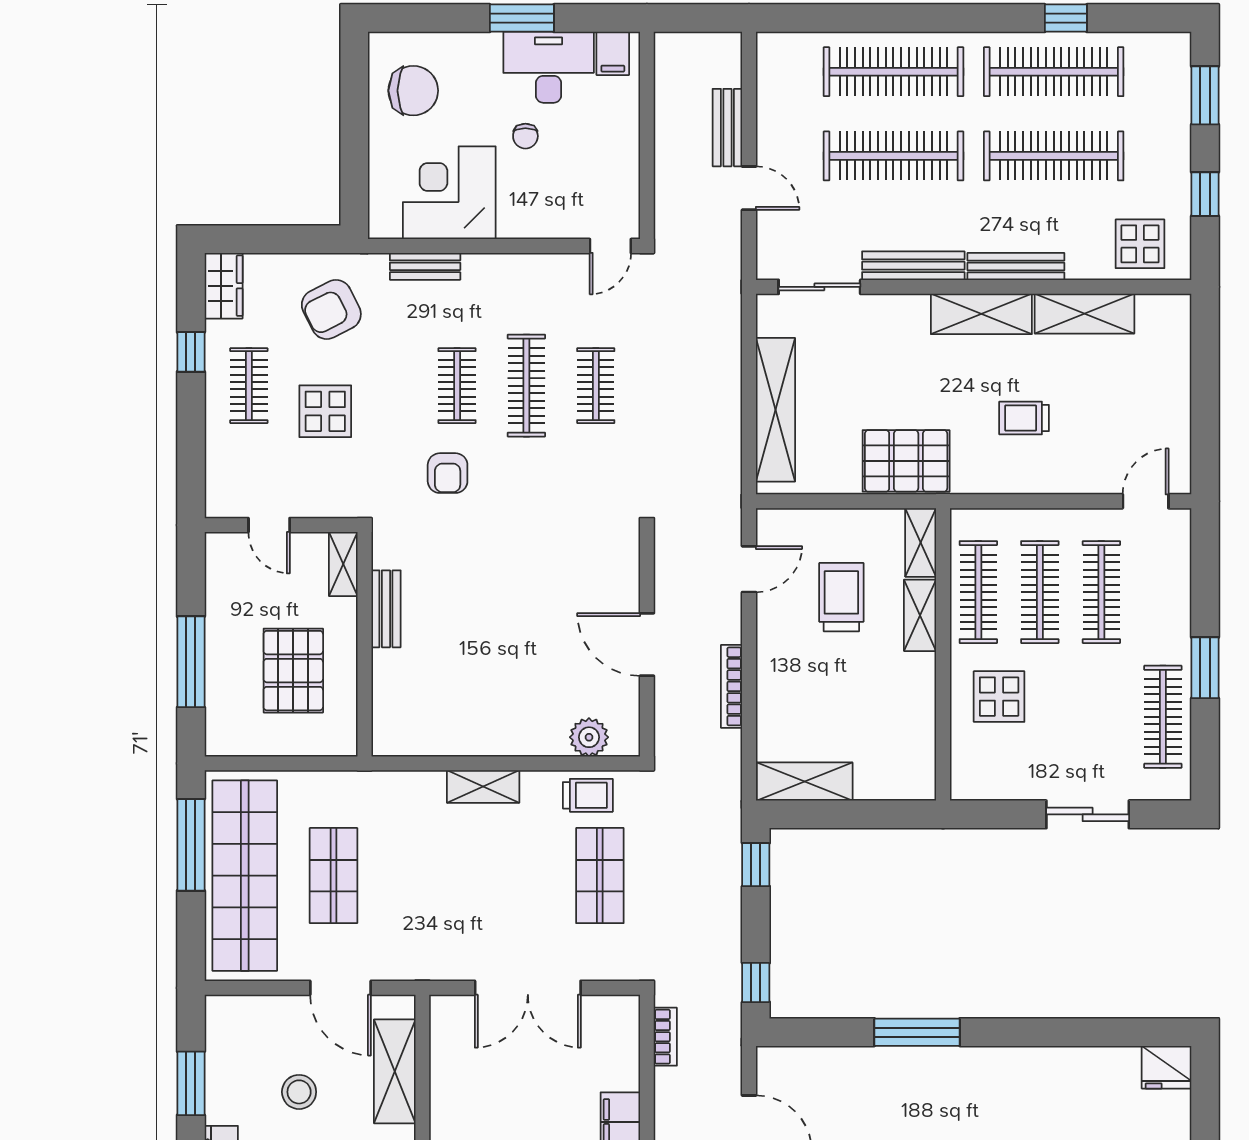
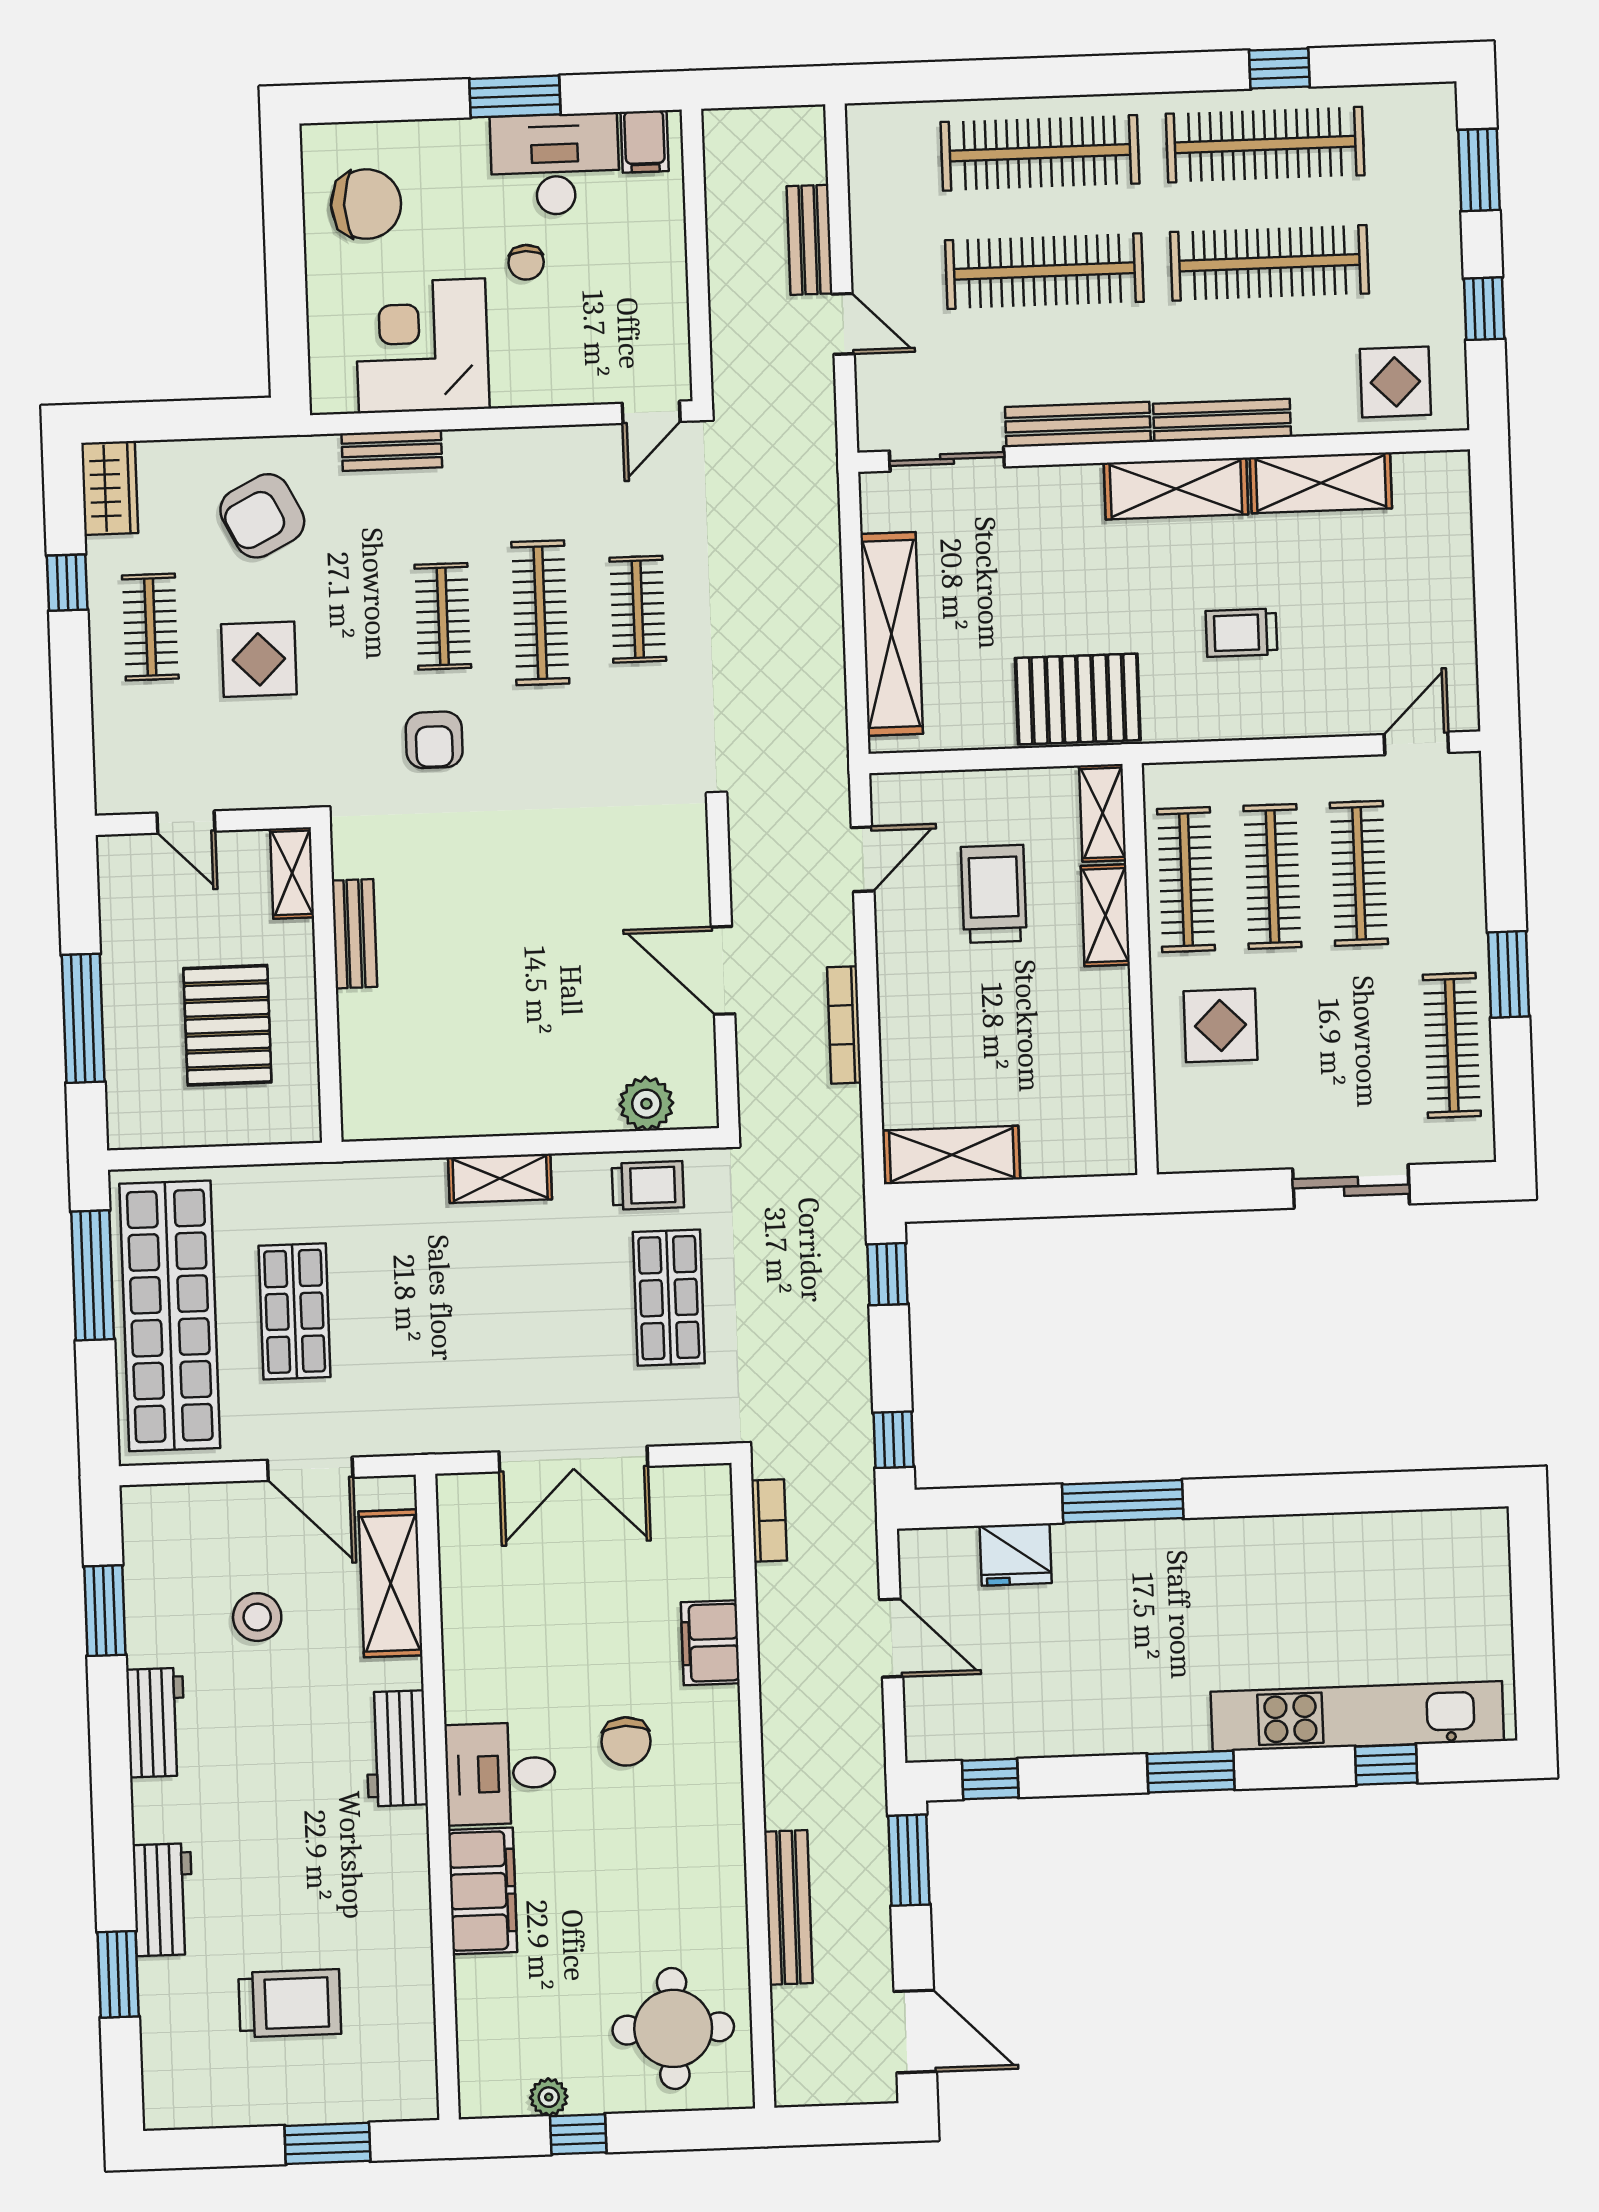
fridge: (1167, 1067) -> (1016, 1554), moved

